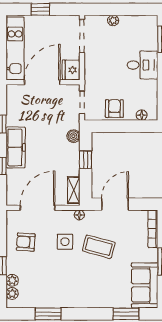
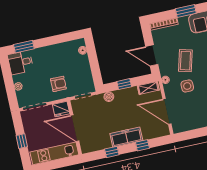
desk: (143, 65) -> (20, 63), moved, turned -90
armchair: (114, 109) -> (58, 84), moved, turned 180
armchair: (26, 242) -> (194, 115), removed

